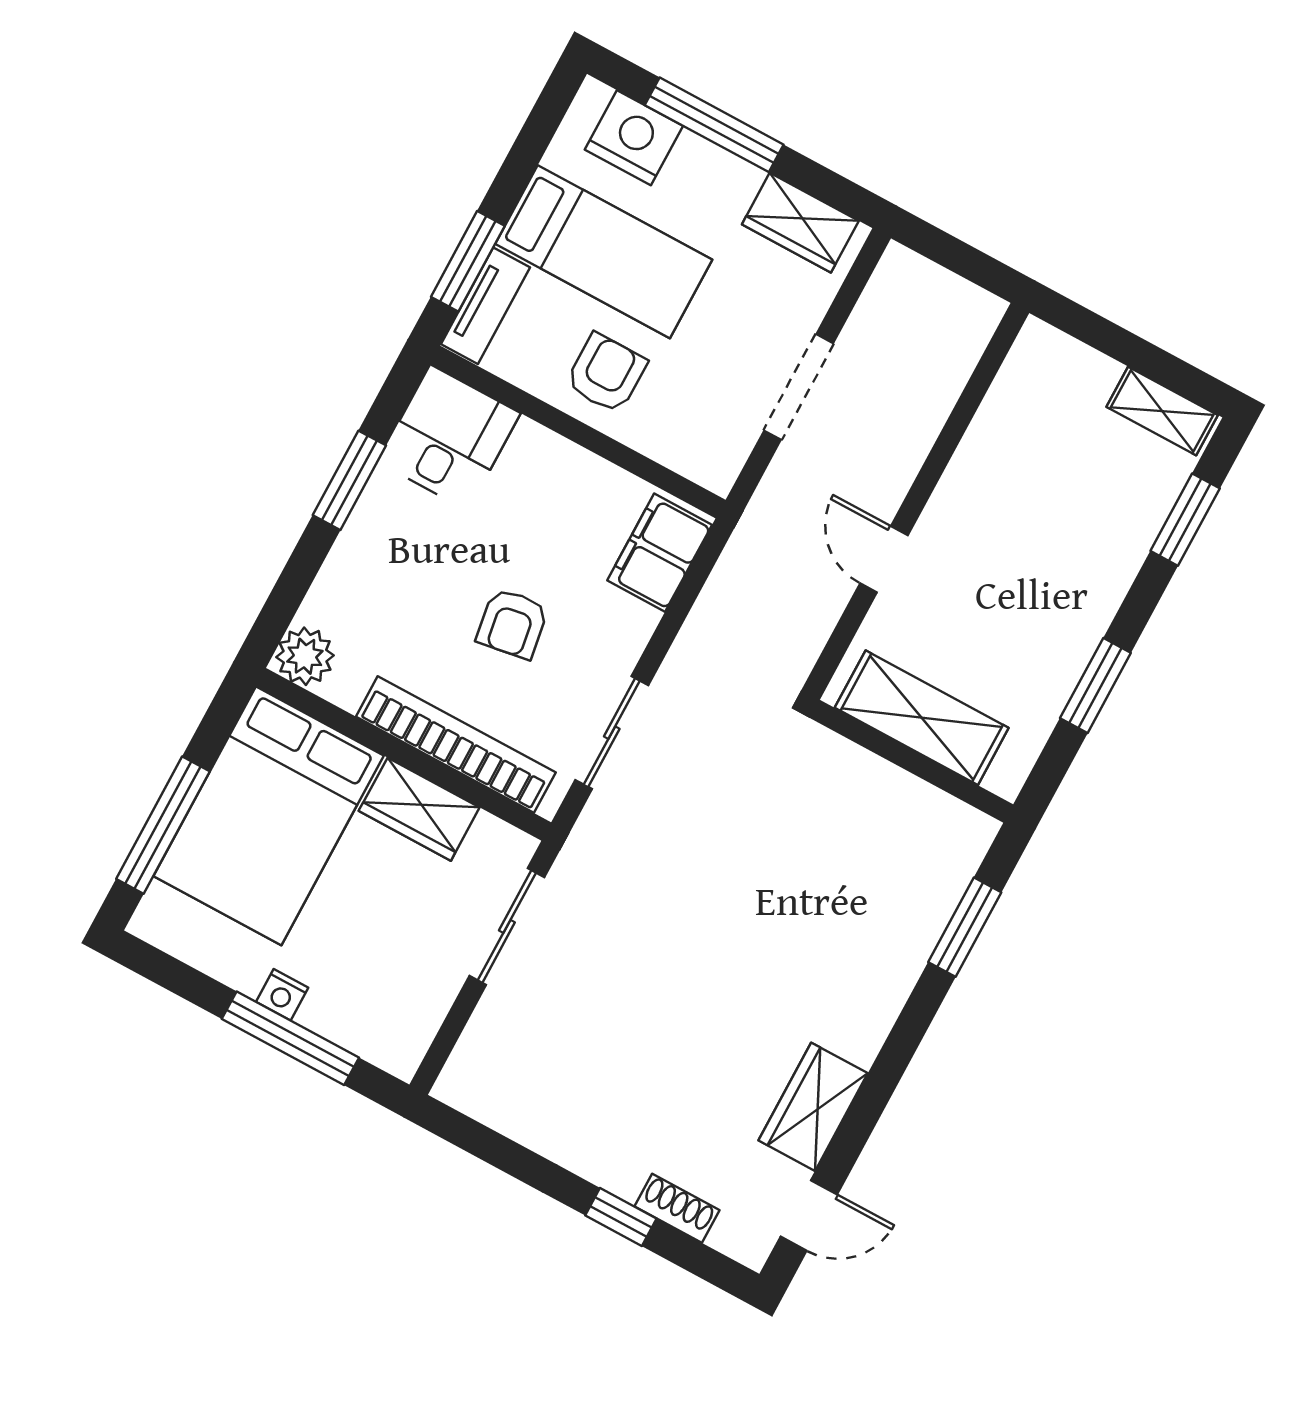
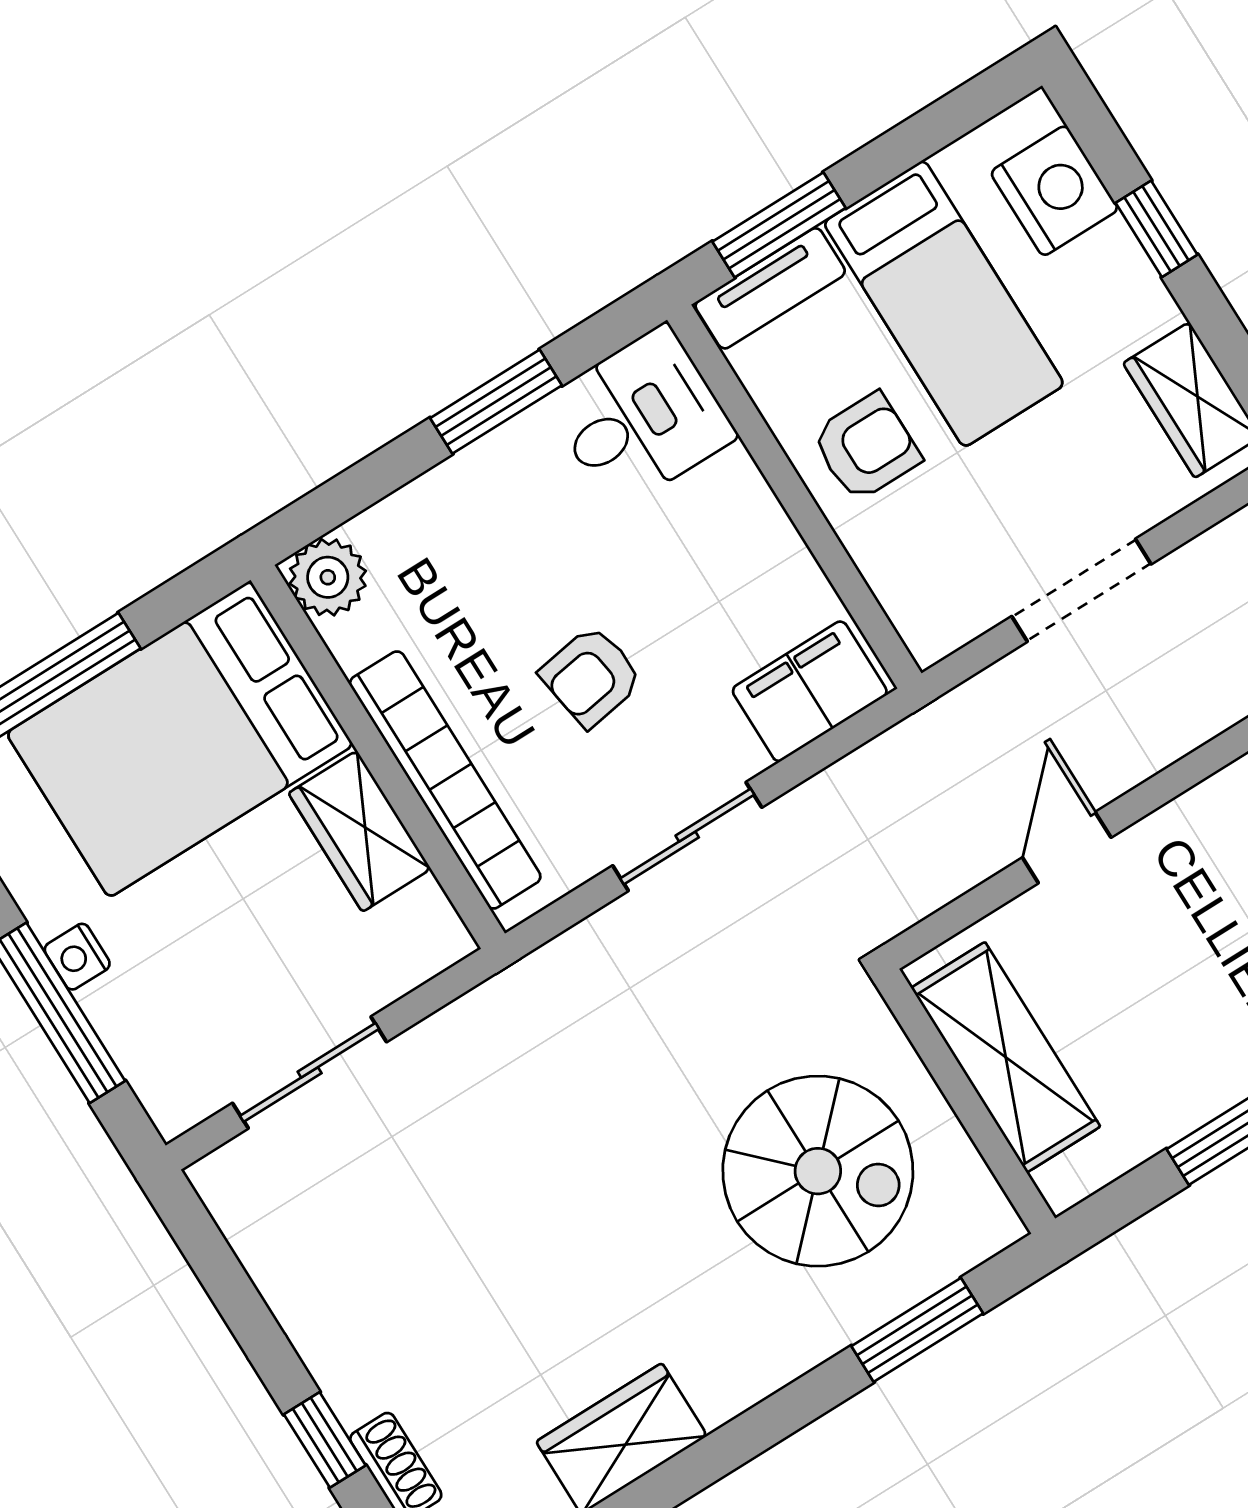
window: (714, 125) -> (1157, 229), width x0.46
sliding door: (612, 733) -> (687, 836), moved
spiral stairs: (842, 861) -> (818, 1171), added
sliding door: (507, 926) -> (310, 1072), moved

